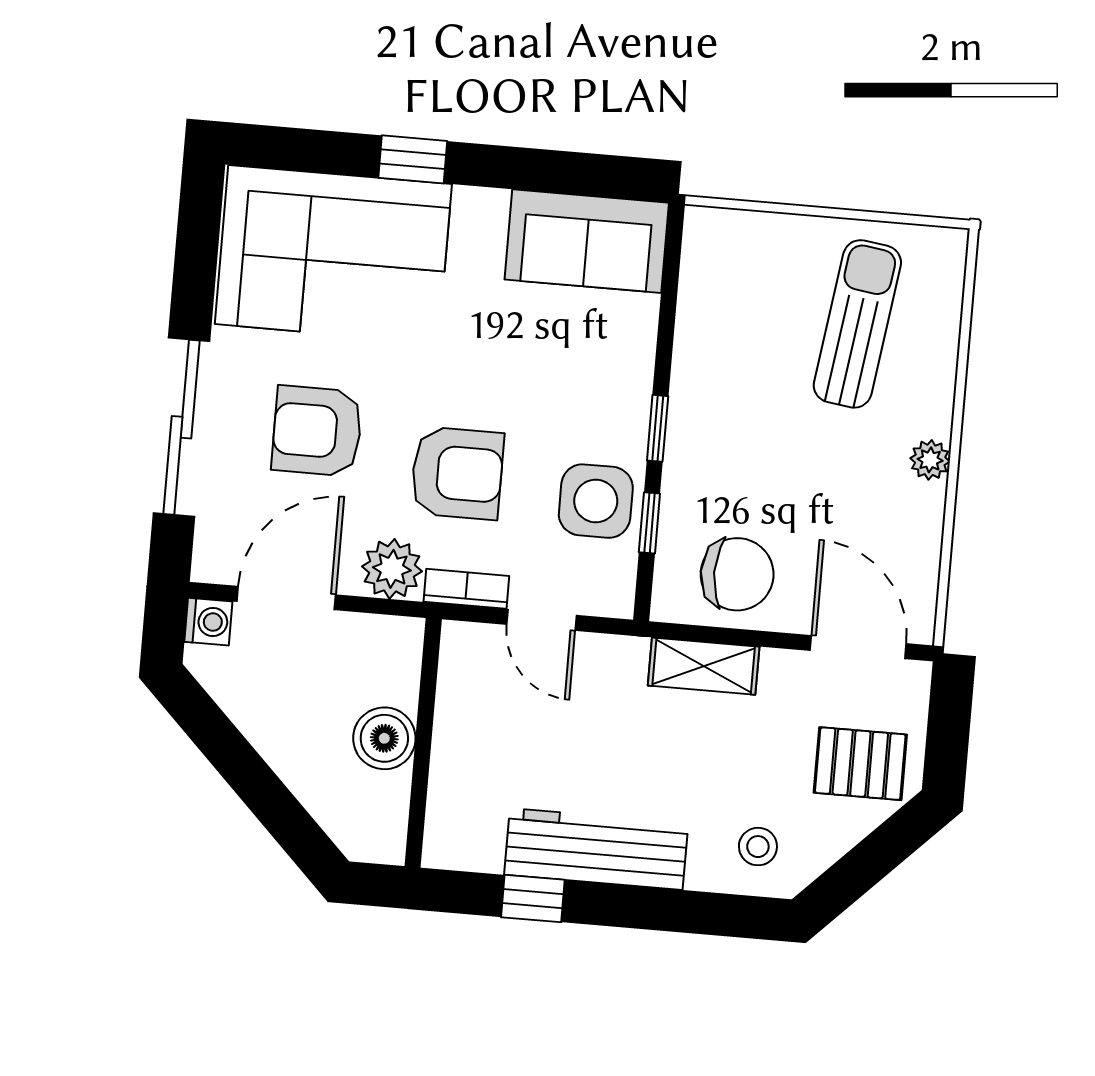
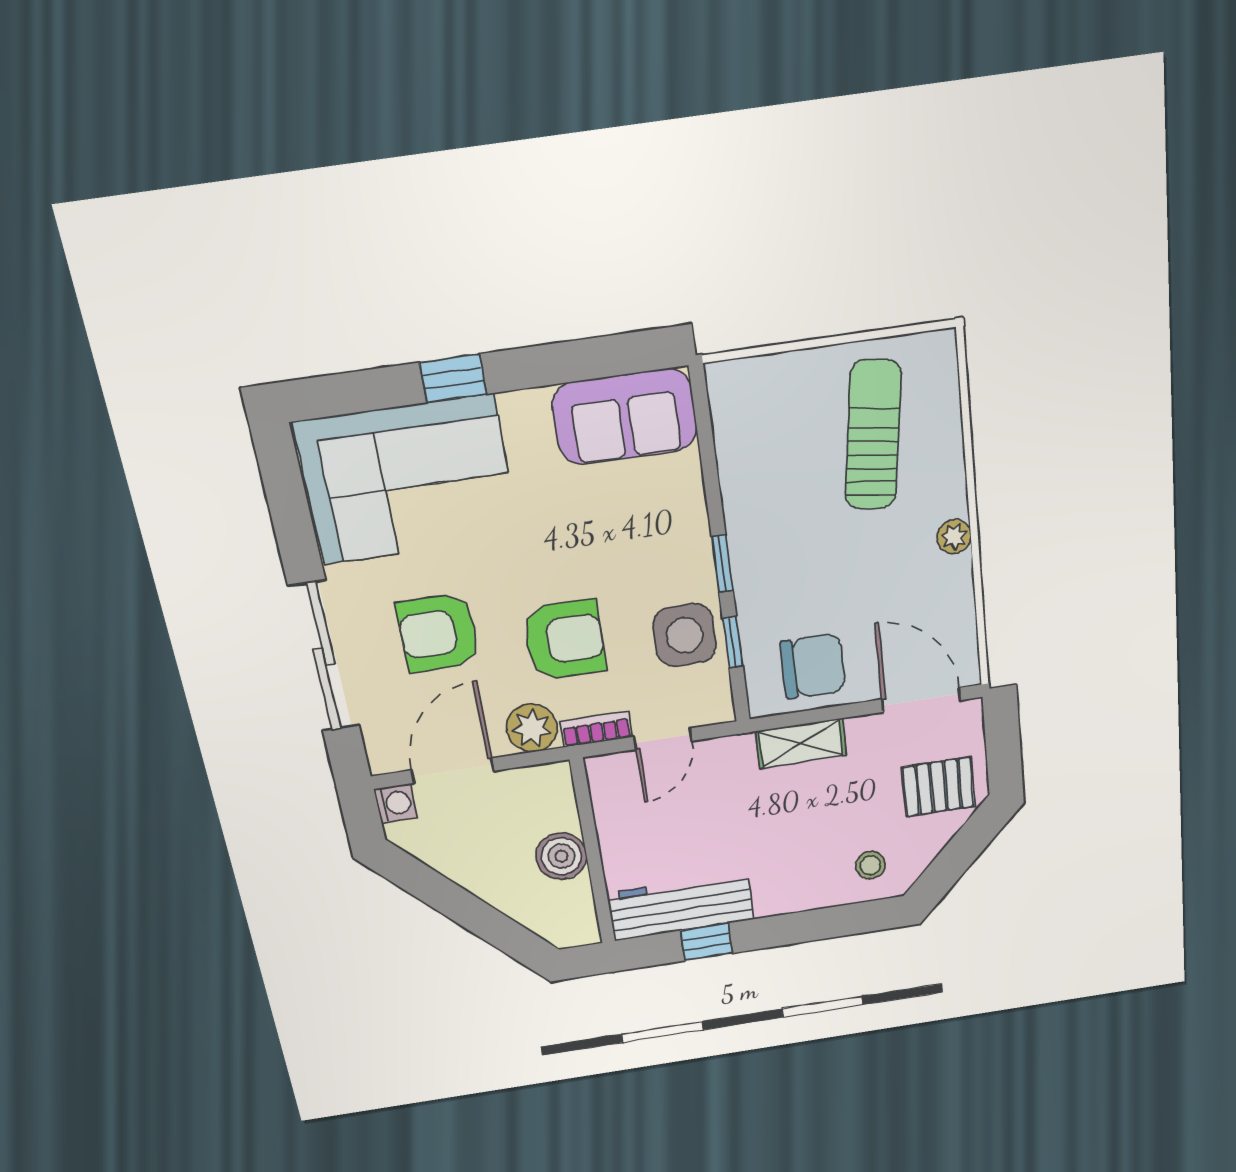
door: (541, 620) -> (663, 739), hinge flipped
workbench: (596, 849) -> (681, 906), moved

